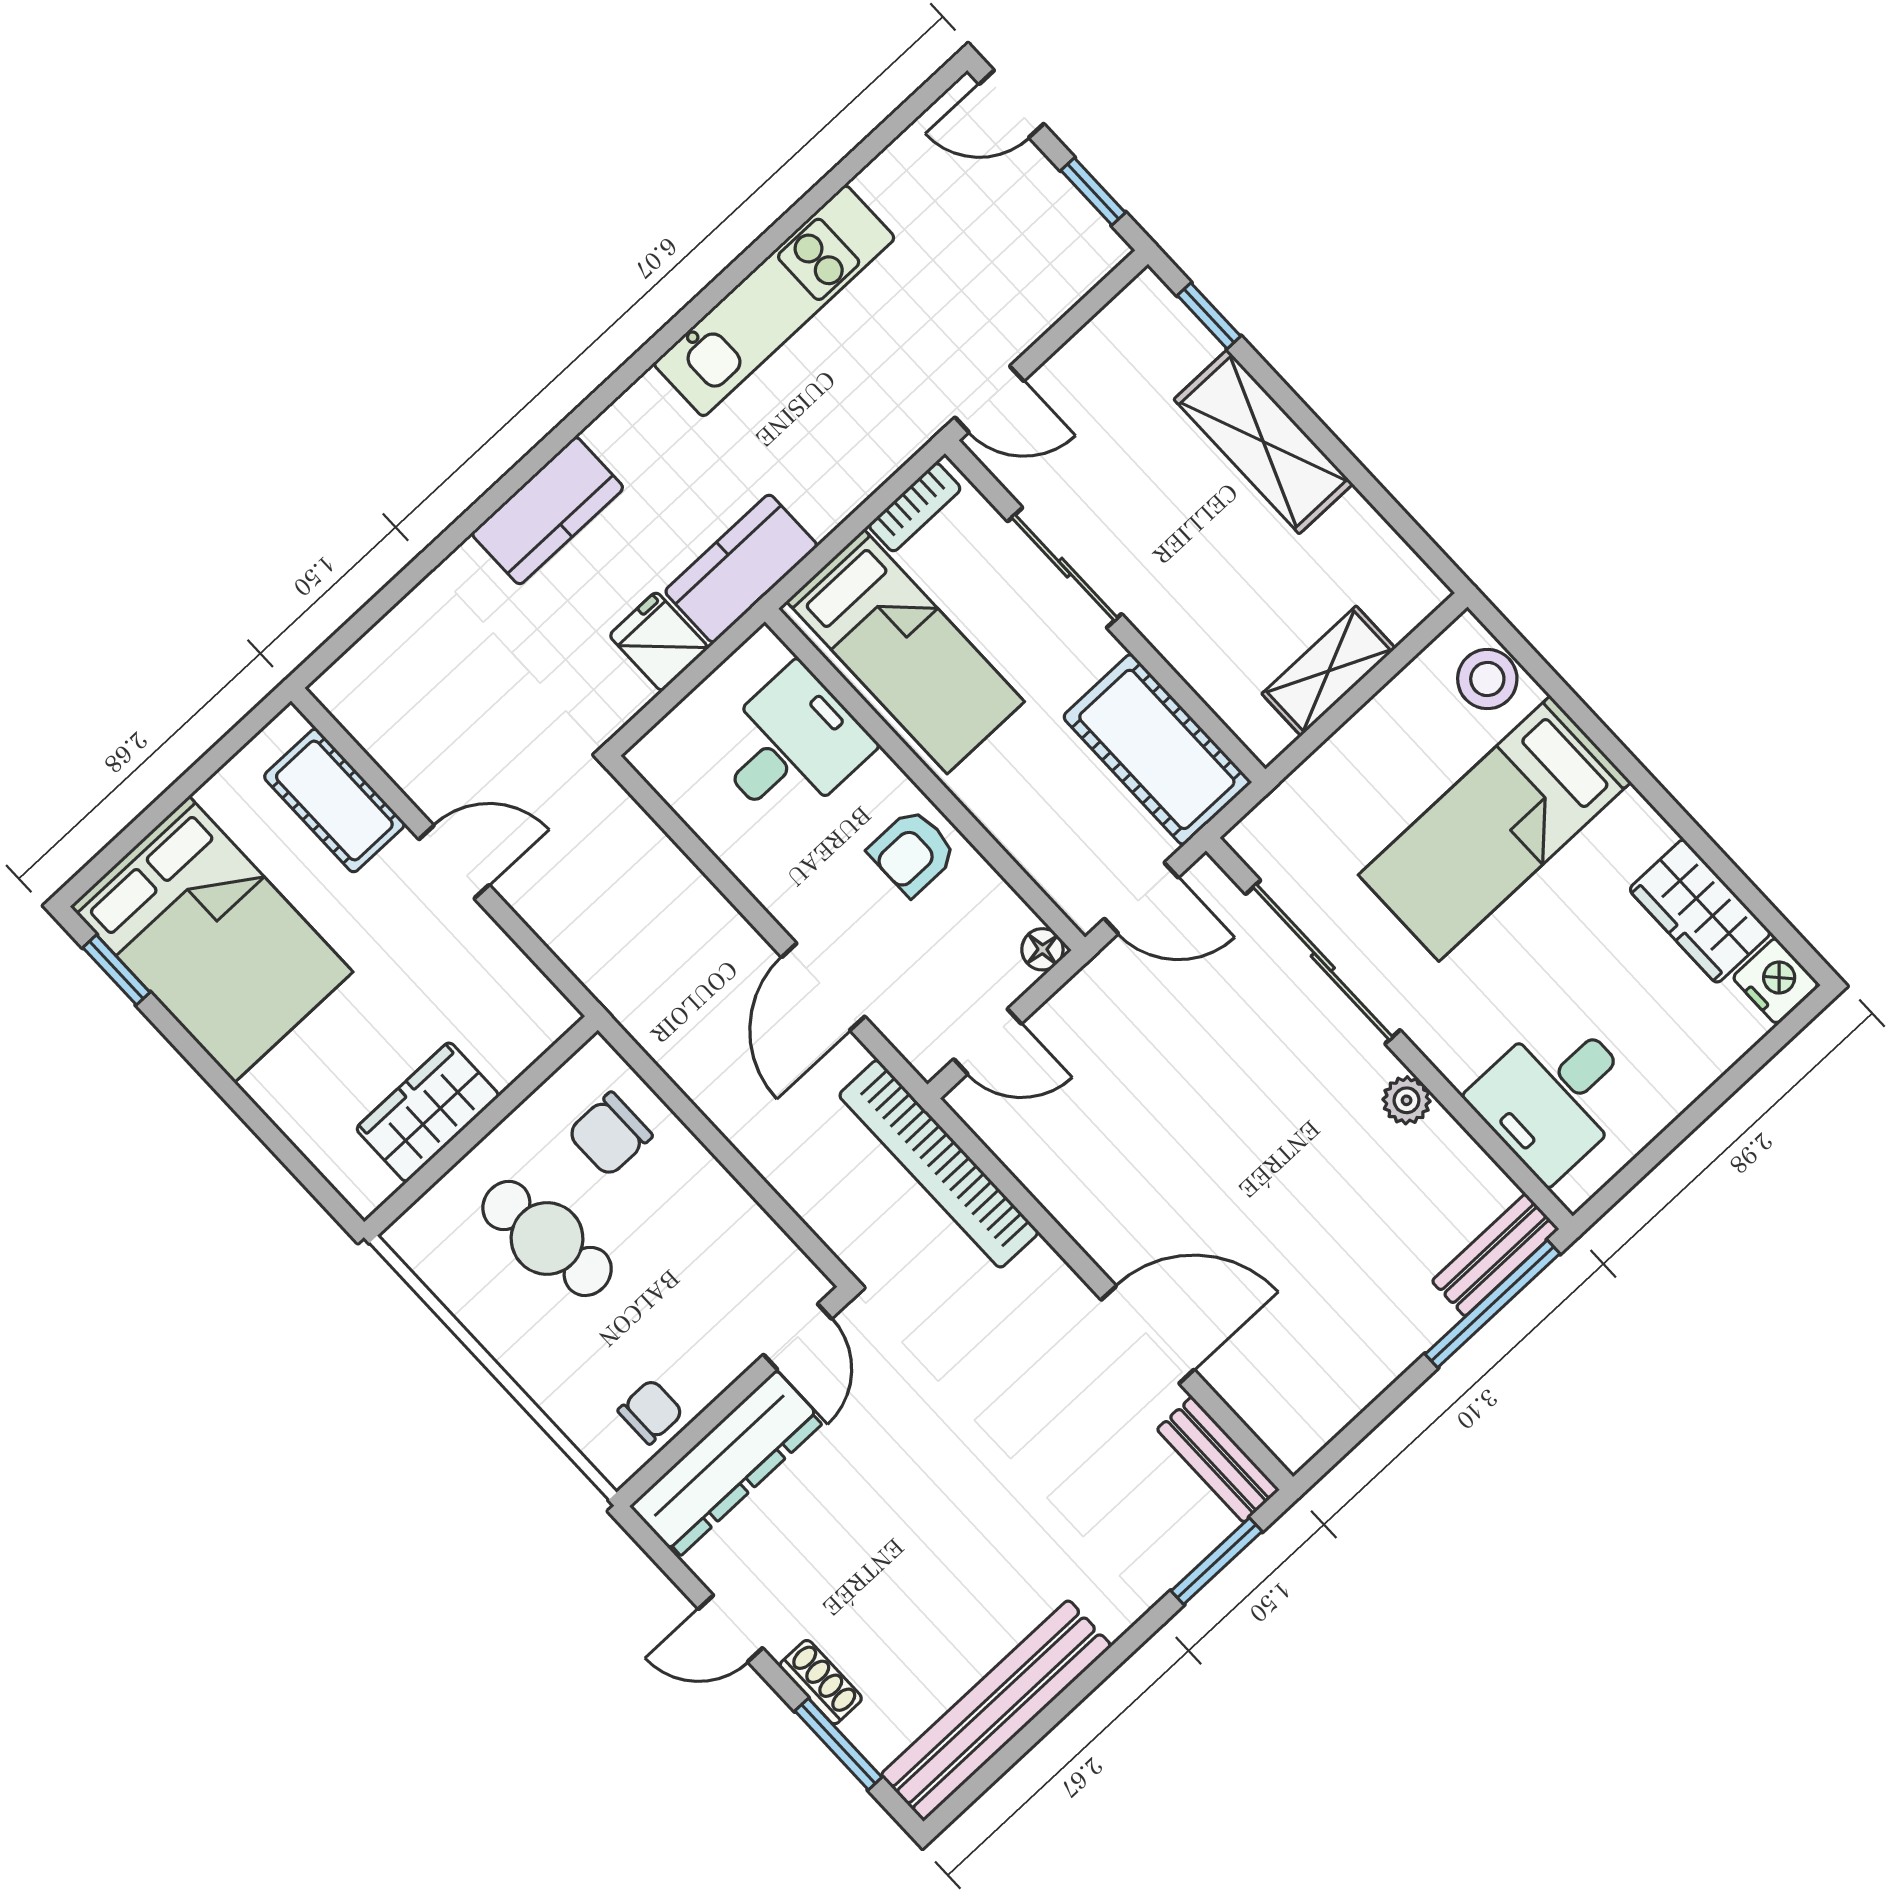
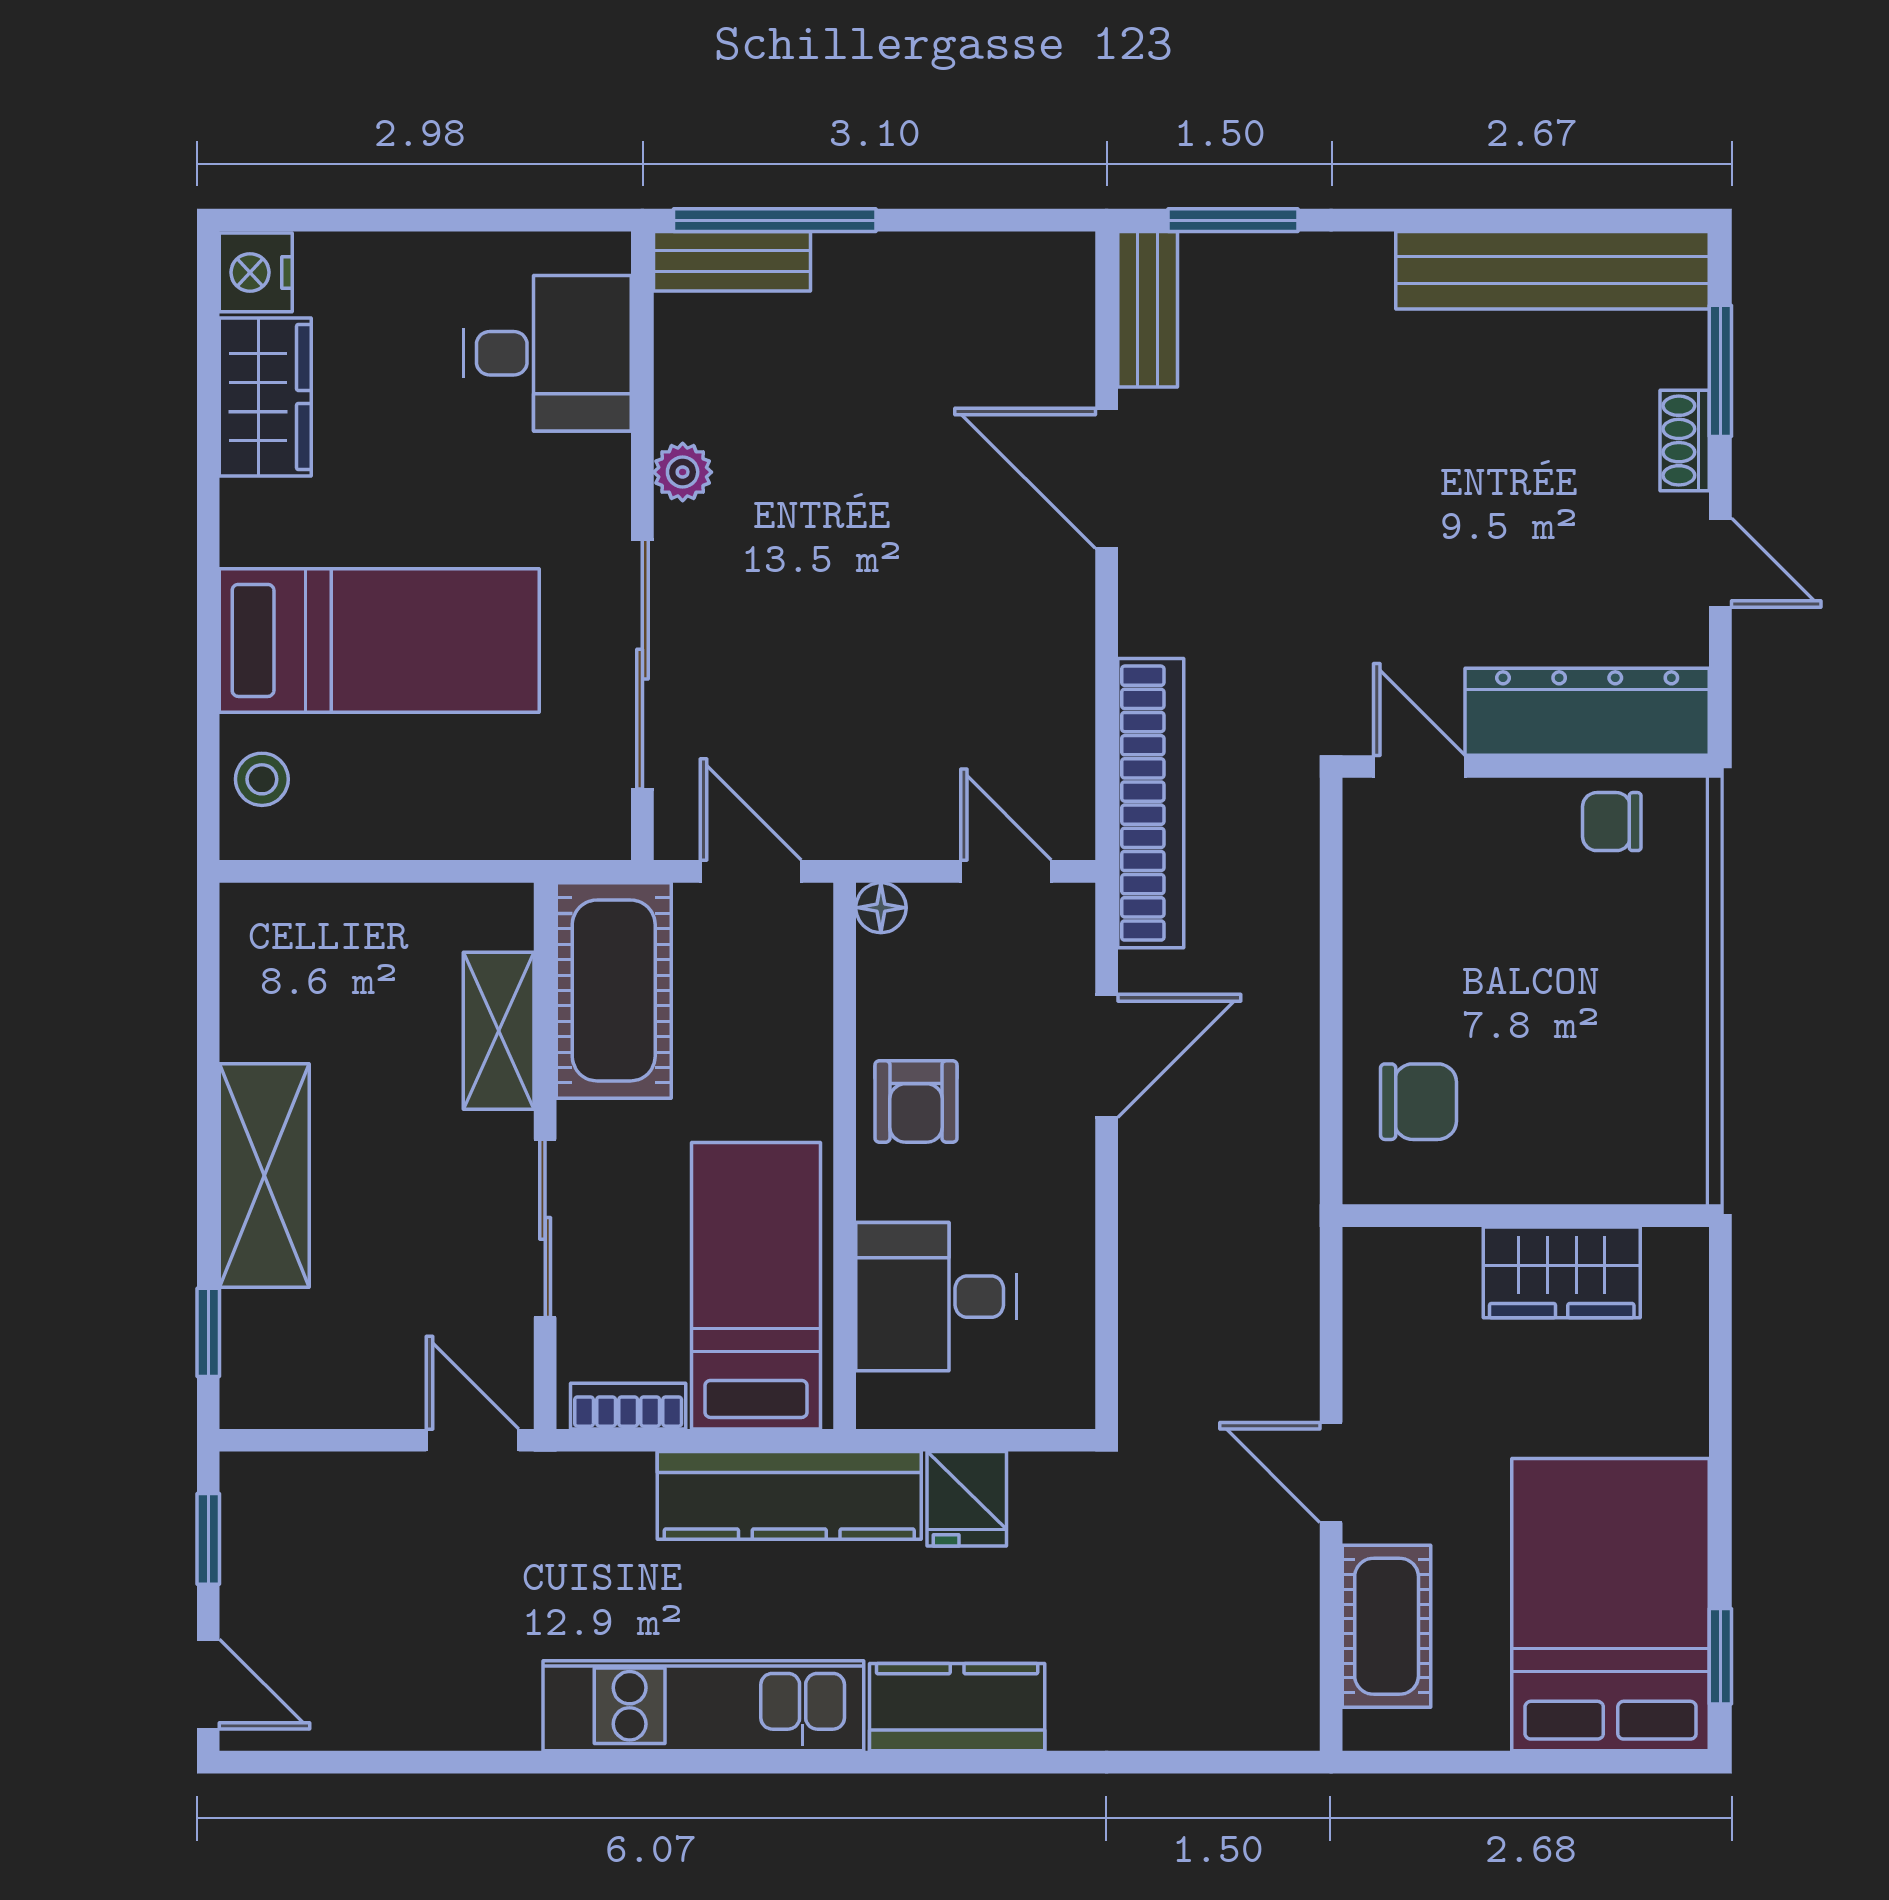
kitchen unit: (774, 301) -> (703, 1706), moved
kitchen counter: (741, 569) -> (789, 1495), width x1.50
shelving: (1329, 671) -> (499, 1031), moved, turned 90
stool: (1487, 679) -> (262, 779), width x0.73, depth x0.73
armchair: (912, 852) -> (916, 1101), turned 90
cafe table: (547, 1238) -> (1560, 1061), removed
door: (797, 1337) -> (1419, 767), hinge flipped

